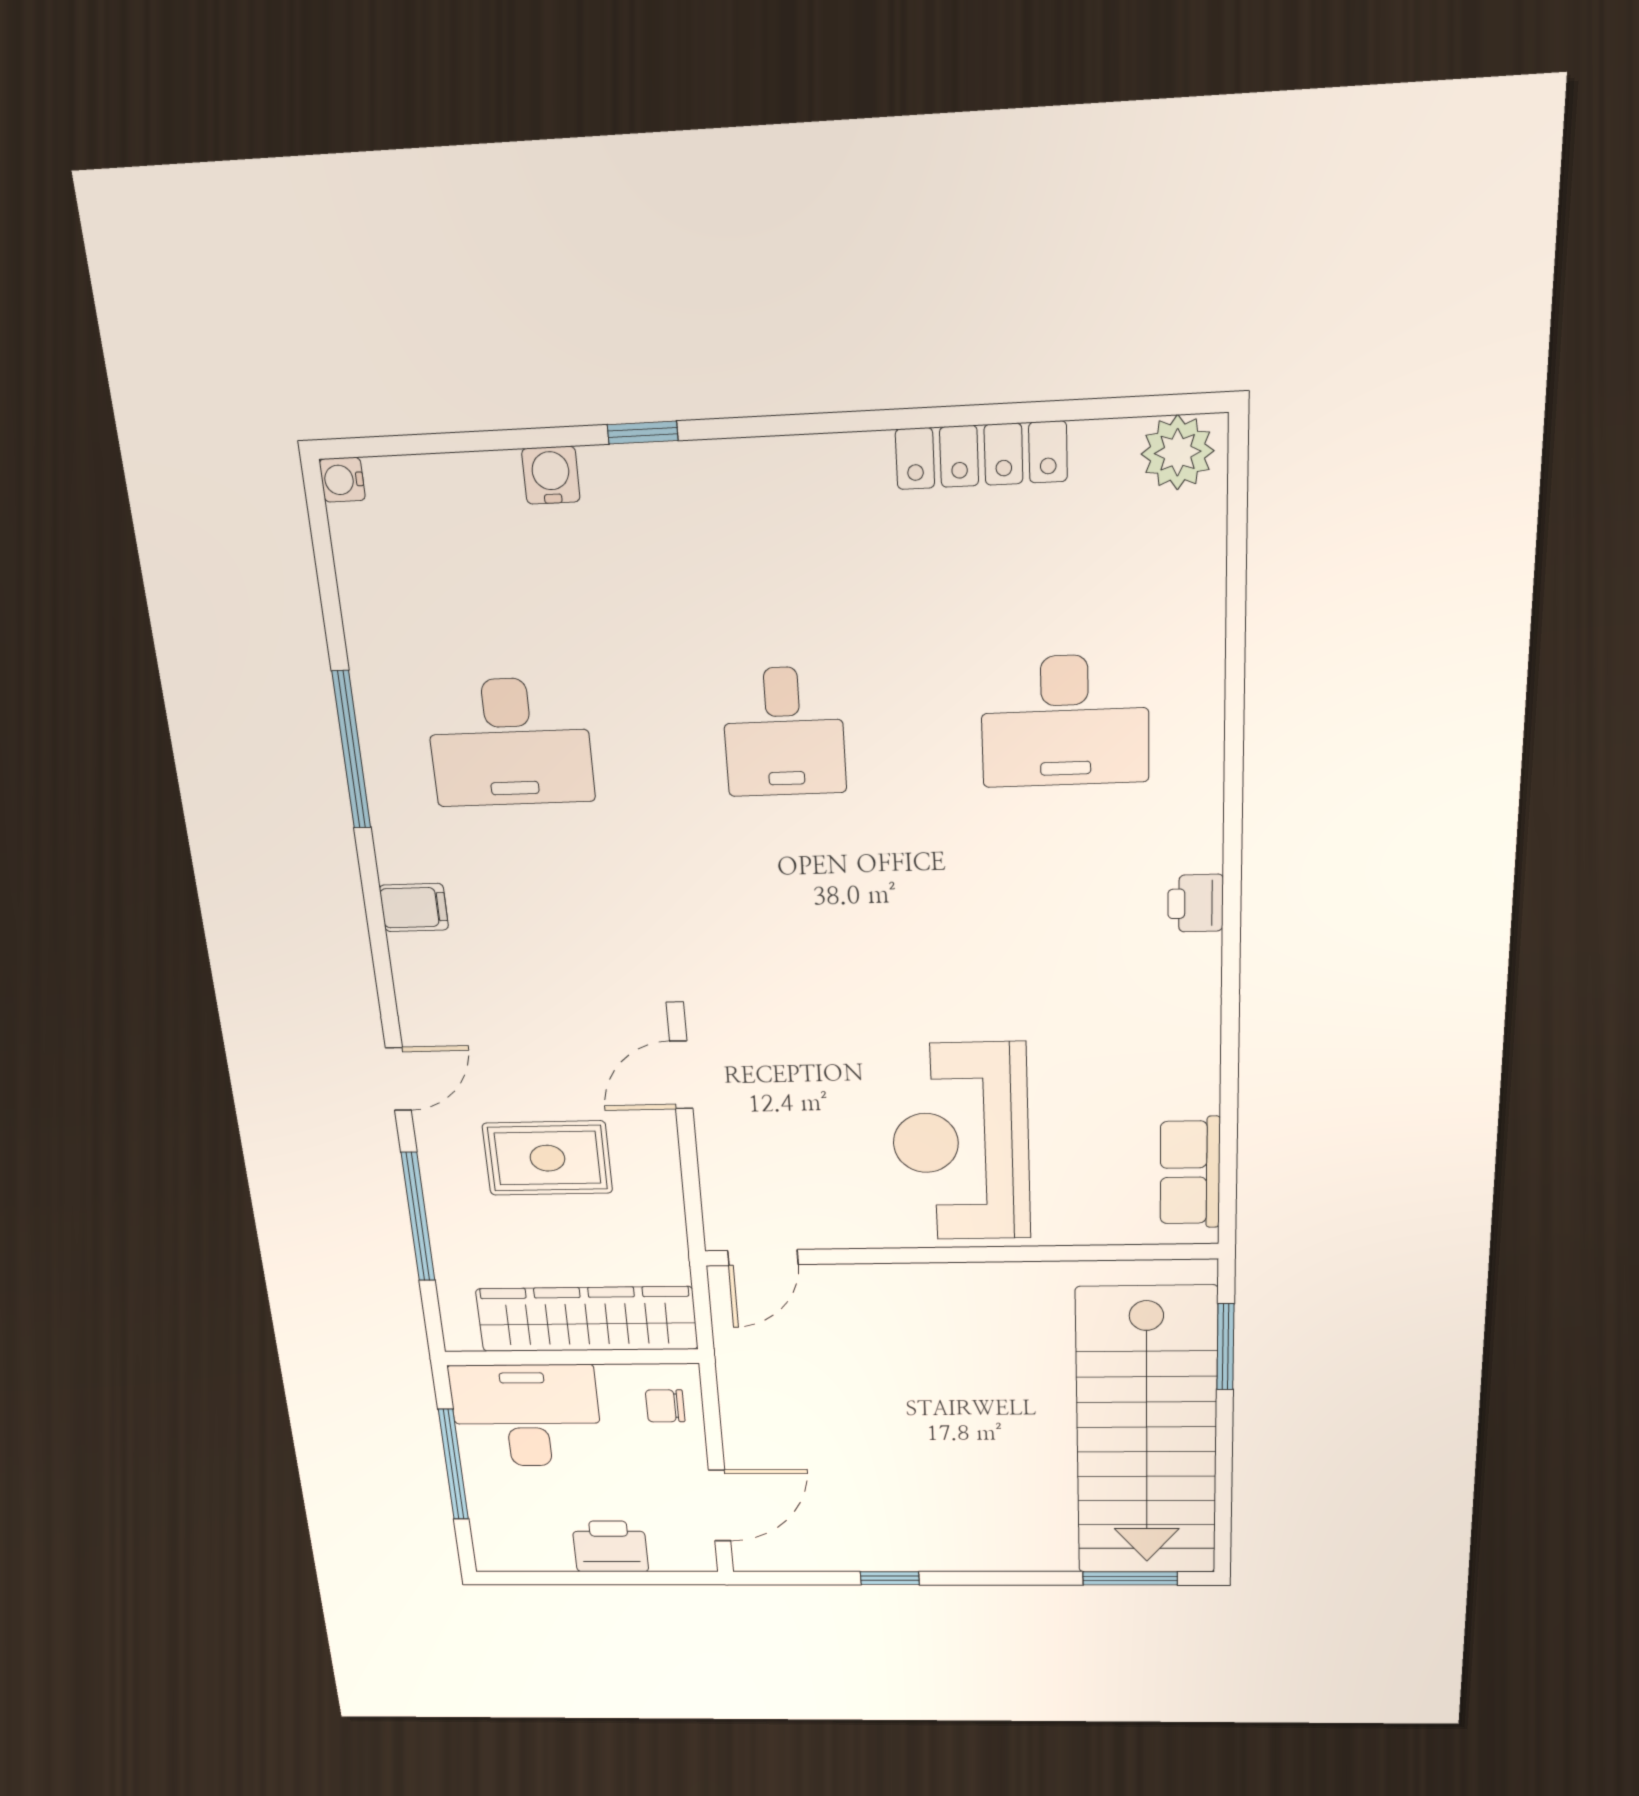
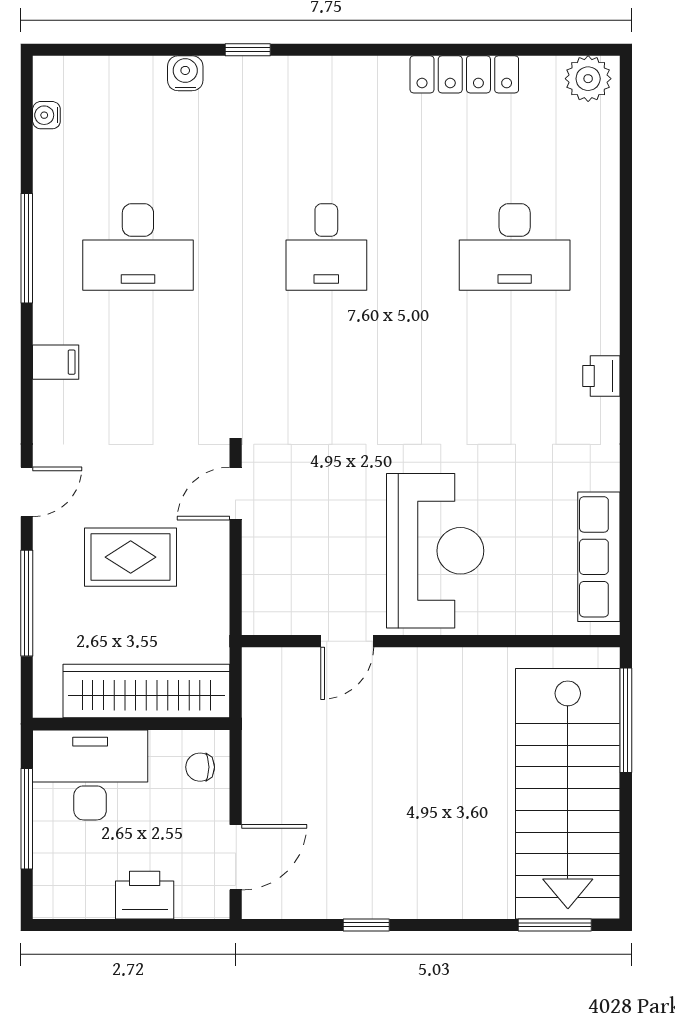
water cooler: (342, 480) -> (46, 115), moved
reception desk: (961, 1142) -> (435, 551), turned 180
row of seats: (1190, 1172) -> (599, 557), width x1.48
door: (763, 1258) -> (347, 641), moved
window: (1225, 1347) -> (626, 720), width x1.44

